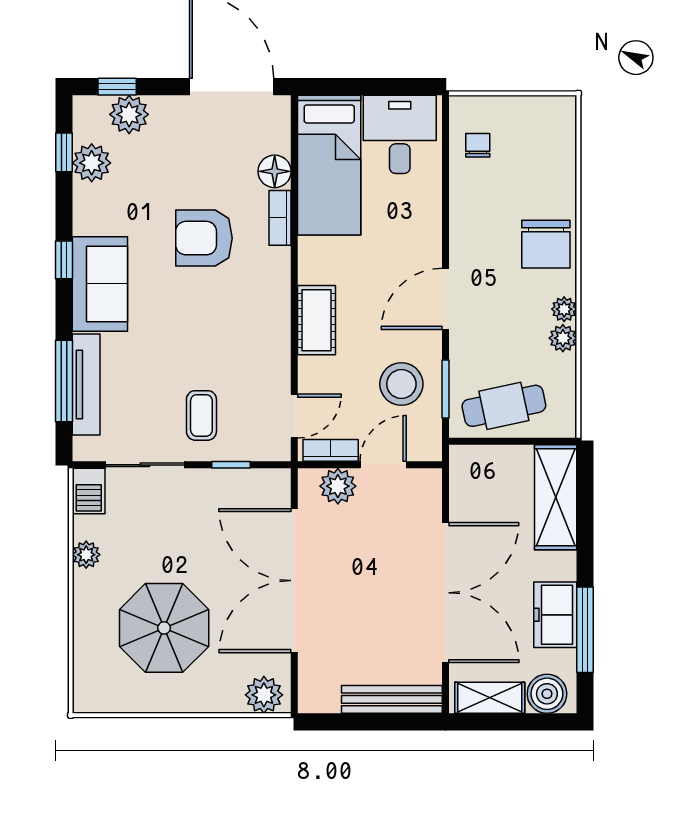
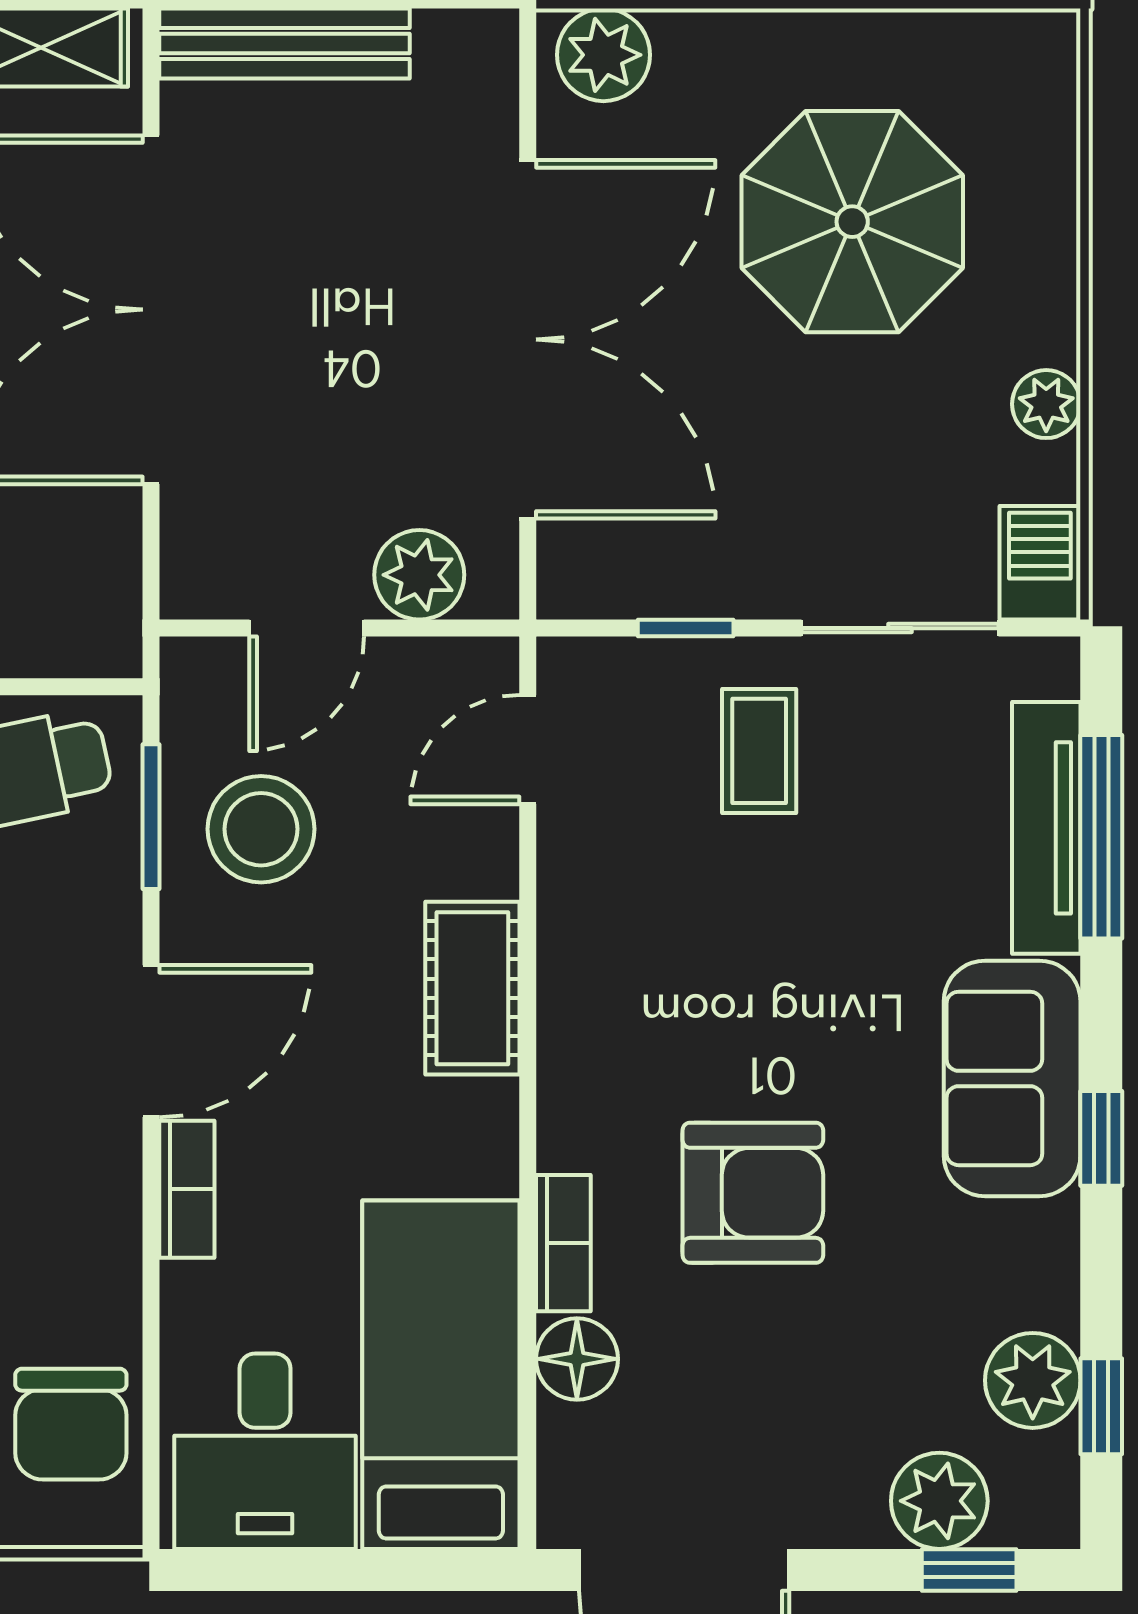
chair: (478, 145) -> (71, 1424), width x1.87, depth x1.87
bookcase: (331, 450) -> (187, 1189), moved, turned -90

